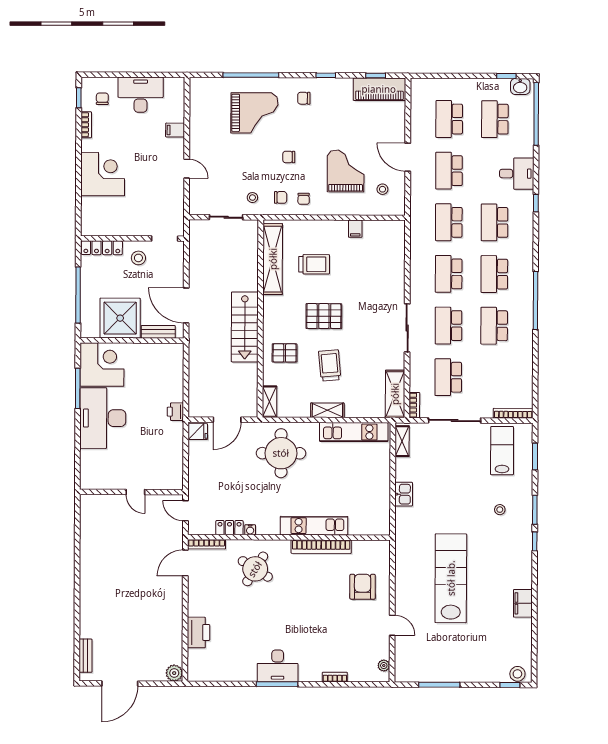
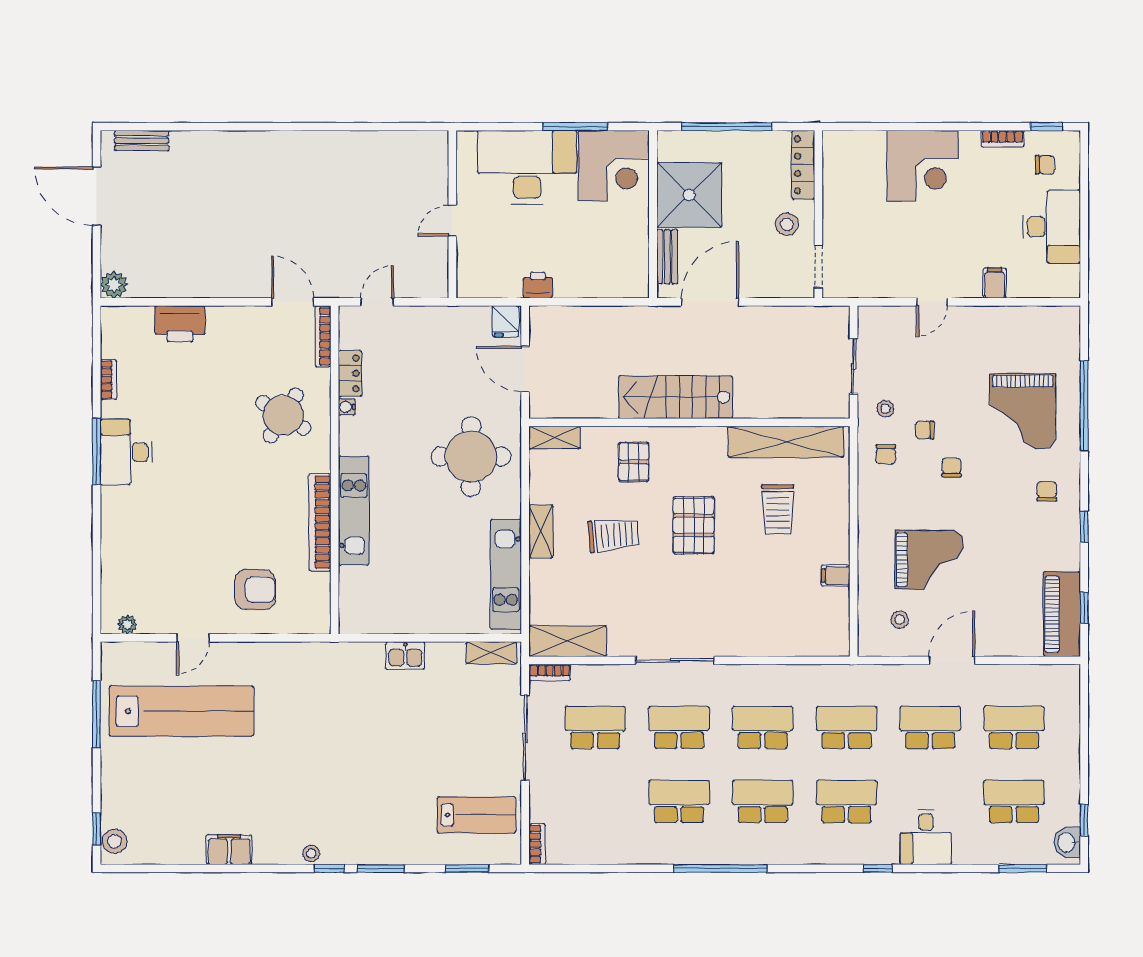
window: (536, 114) -> (1023, 868), width x0.47
chair: (304, 199) -> (925, 430), moved
bookcase: (513, 413) -> (537, 844), width x0.64
wall: (131, 492) -> (452, 214), moved
door: (135, 492) -> (452, 221), moved
stool: (500, 510) -> (311, 853), moved
lab bench: (451, 578) -> (181, 711), moved
bookcase: (335, 677) -> (108, 380), moved

